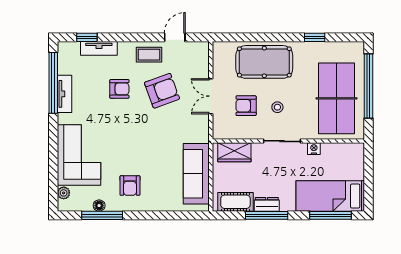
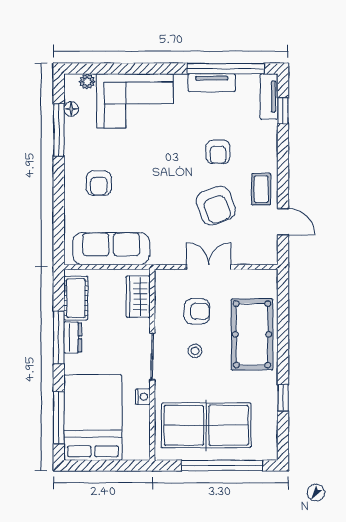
tv unit: (99, 48) -> (269, 97), moved
armchair: (246, 106) -> (197, 311), turned 90
armchair: (130, 186) -> (99, 183), moved, turned -90
bed: (330, 196) -> (93, 417), width x1.50
floor lamp: (99, 206) -> (71, 109), moved

